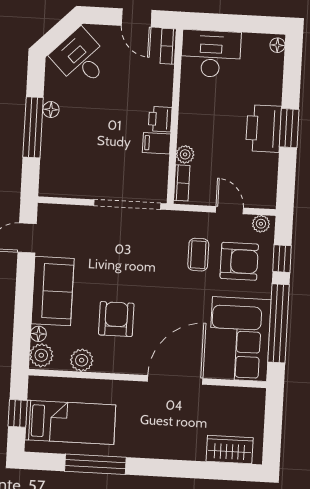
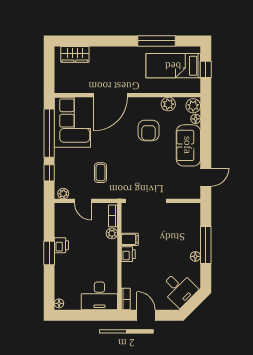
printer: (264, 129) -> (61, 245), width x0.53, depth x0.68
armchair: (239, 261) -> (75, 170), removed

